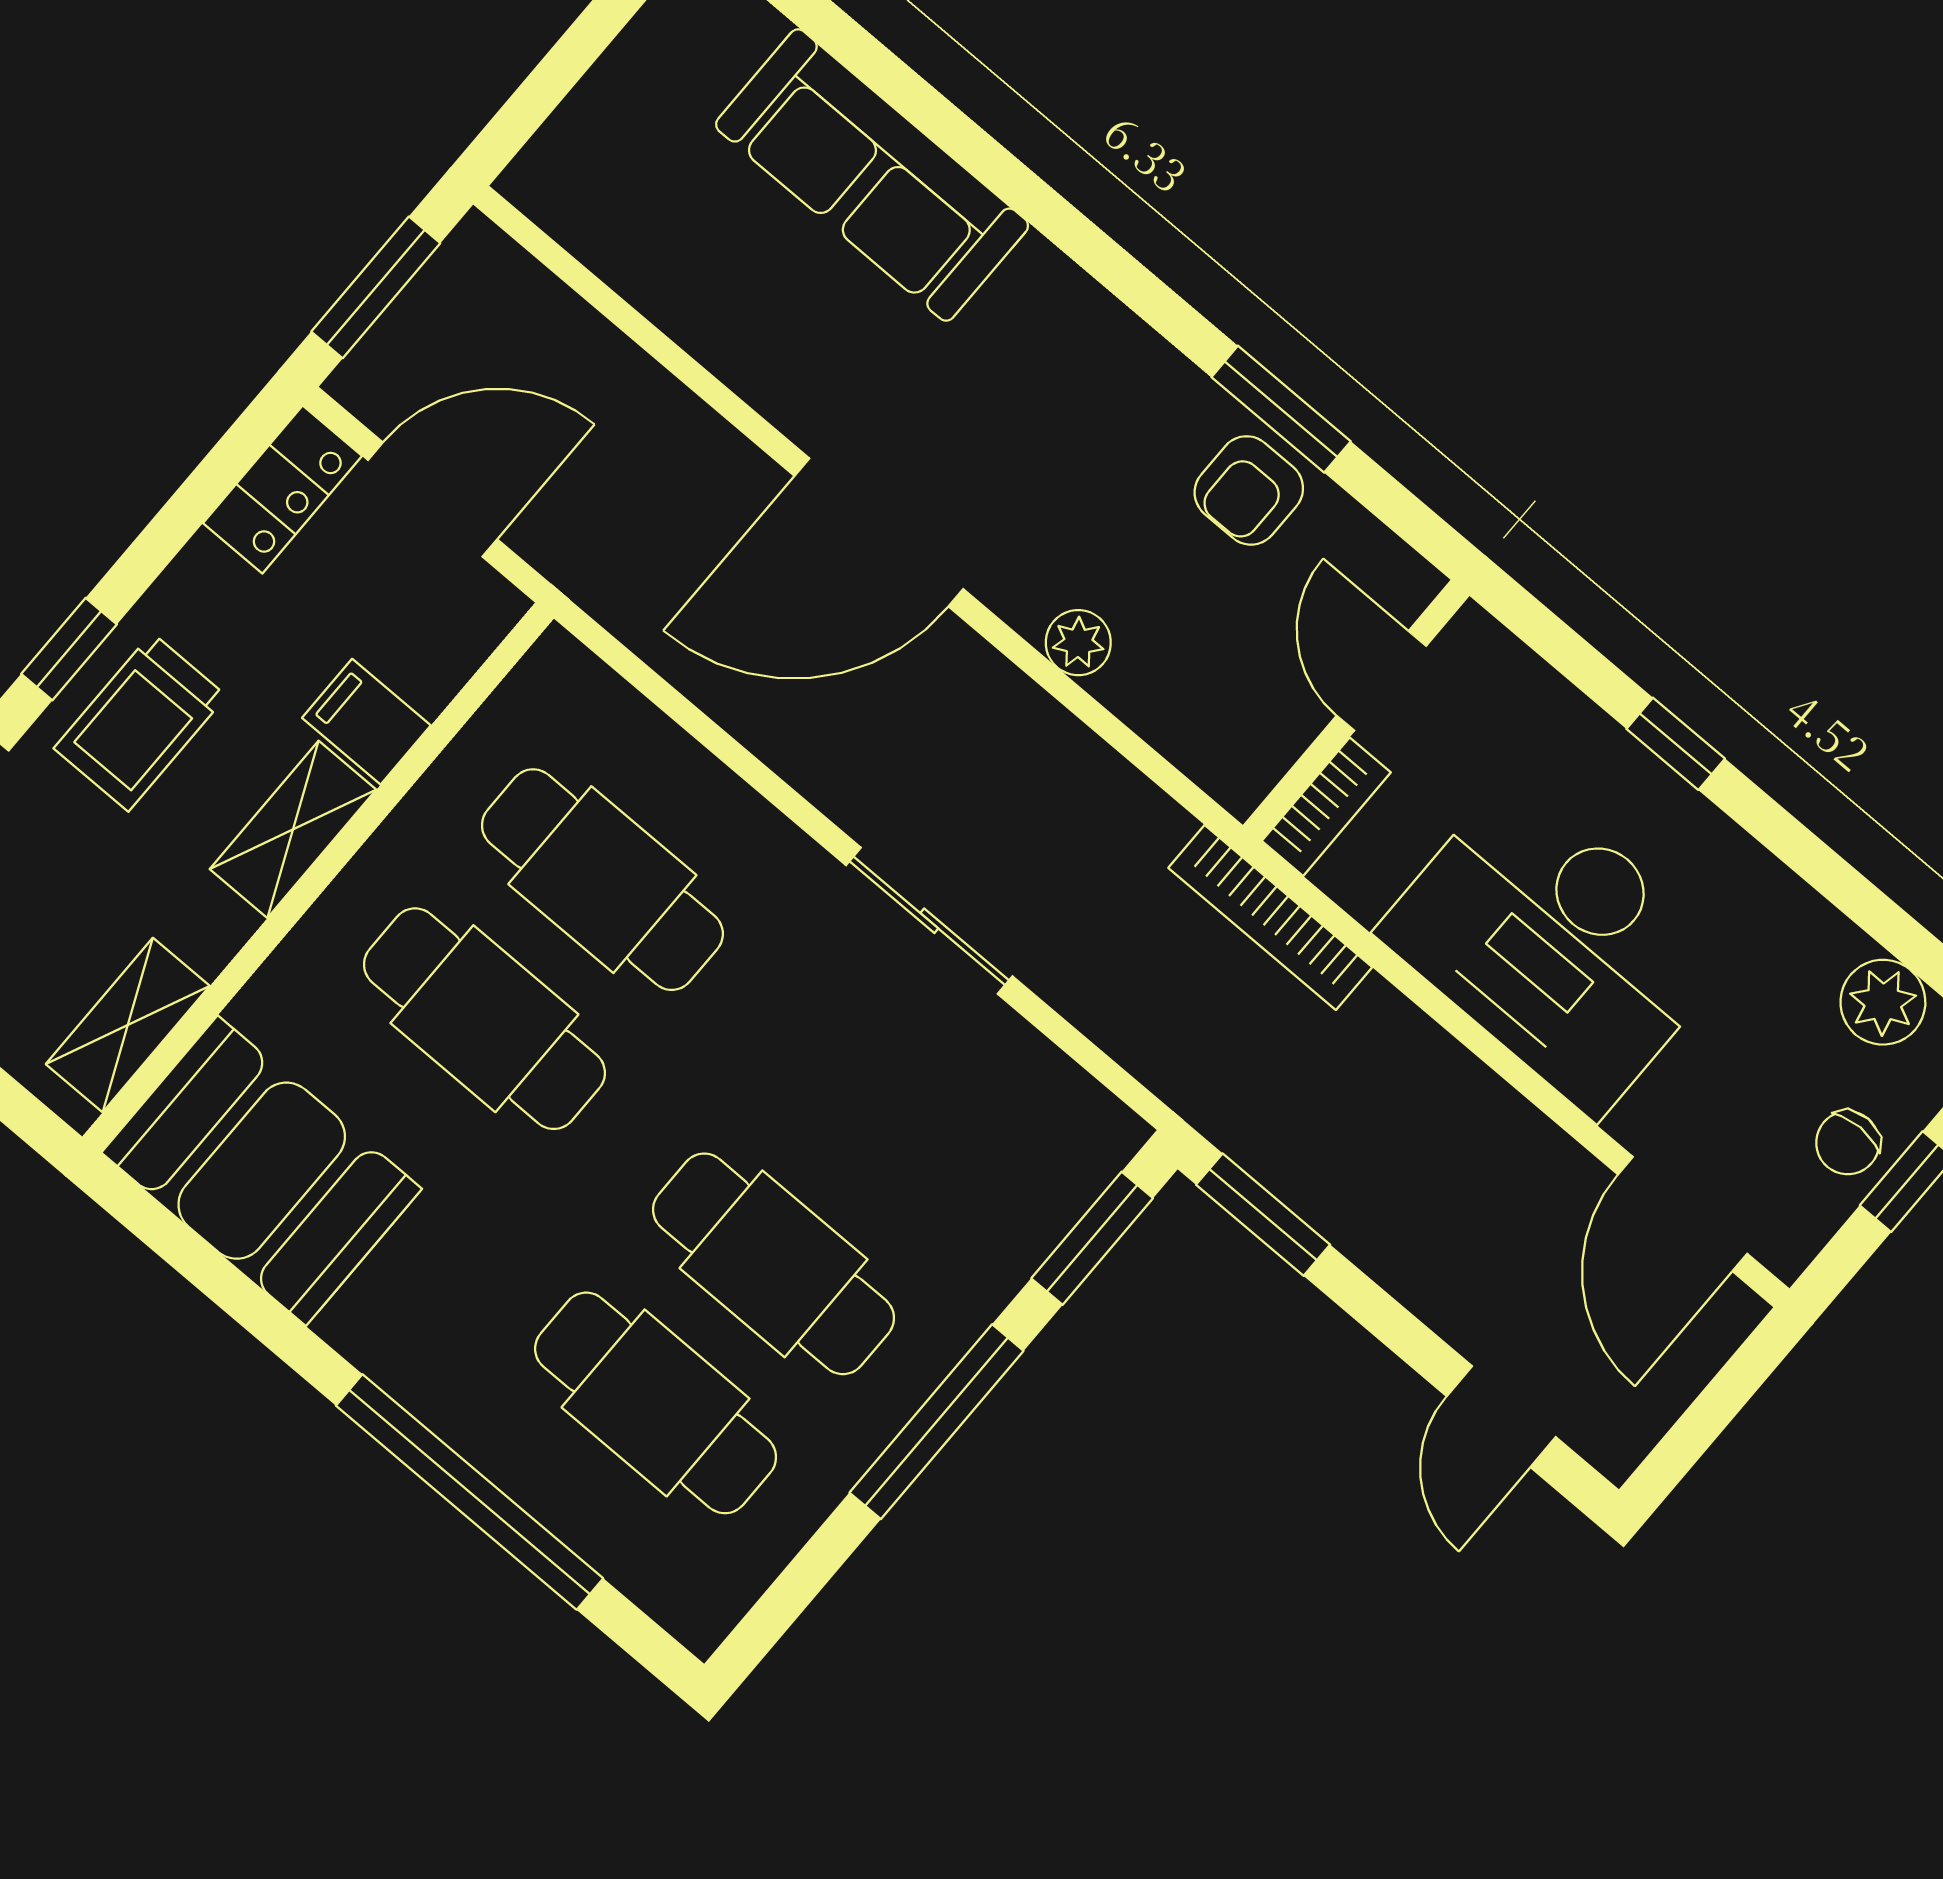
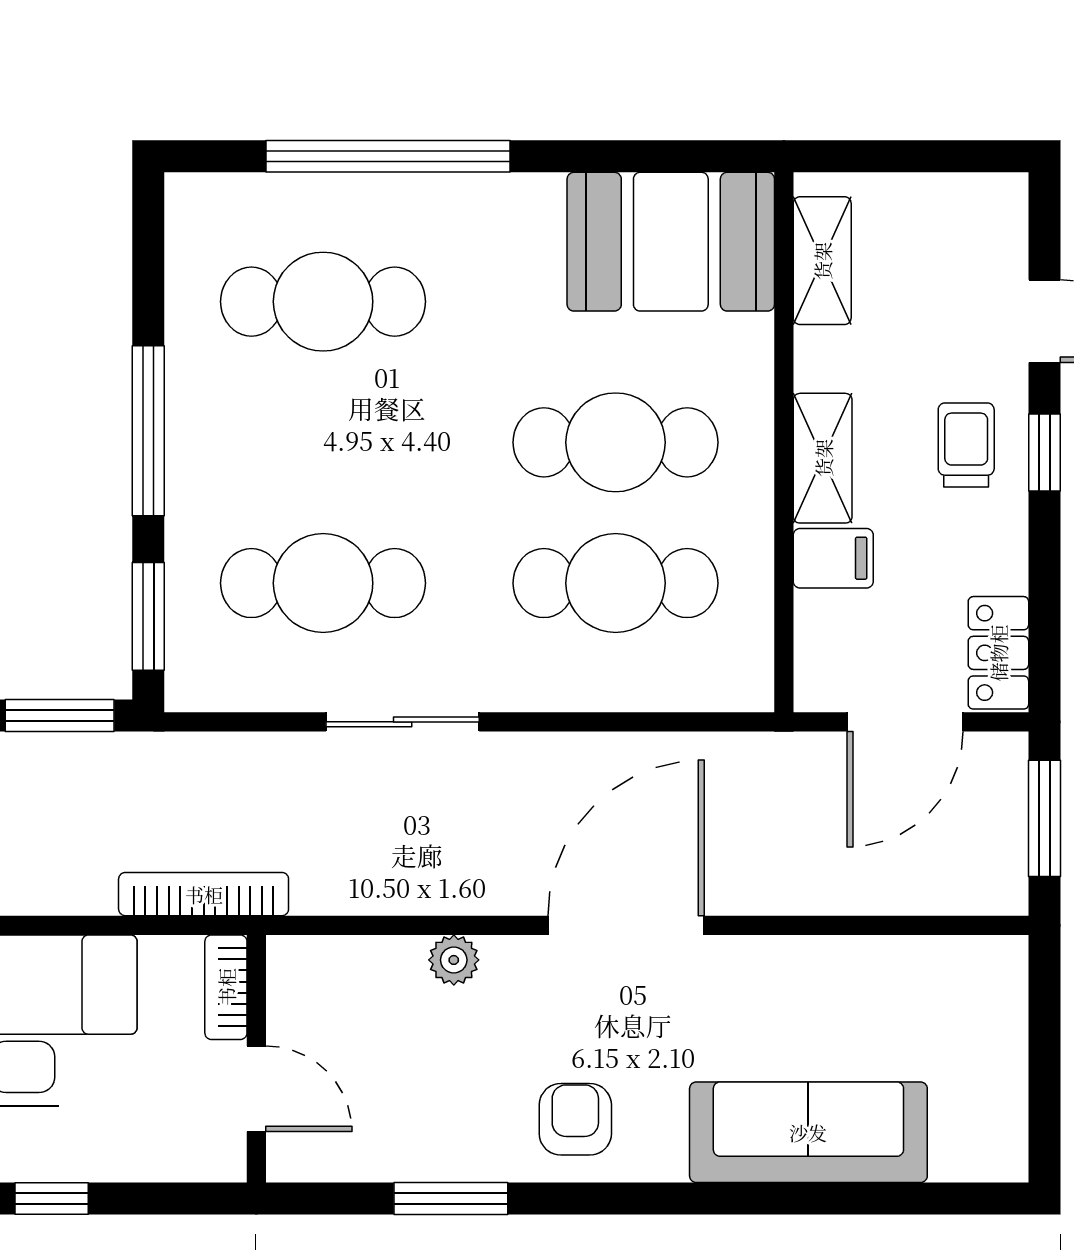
armchair: (1249, 490) -> (575, 1119), moved
trolley: (140, 722) -> (966, 445), width x0.73, depth x0.72
cafe table: (774, 1264) -> (323, 583), moved

